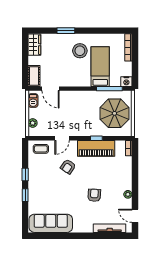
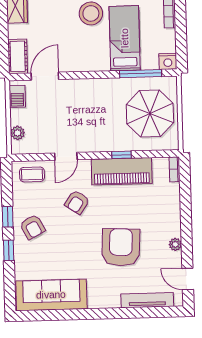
door: (51, 89) -> (45, 76), swing flipped
armchair: (40, 181) -> (32, 227), added
armchair: (94, 195) -> (121, 247), width x1.88, depth x1.88

